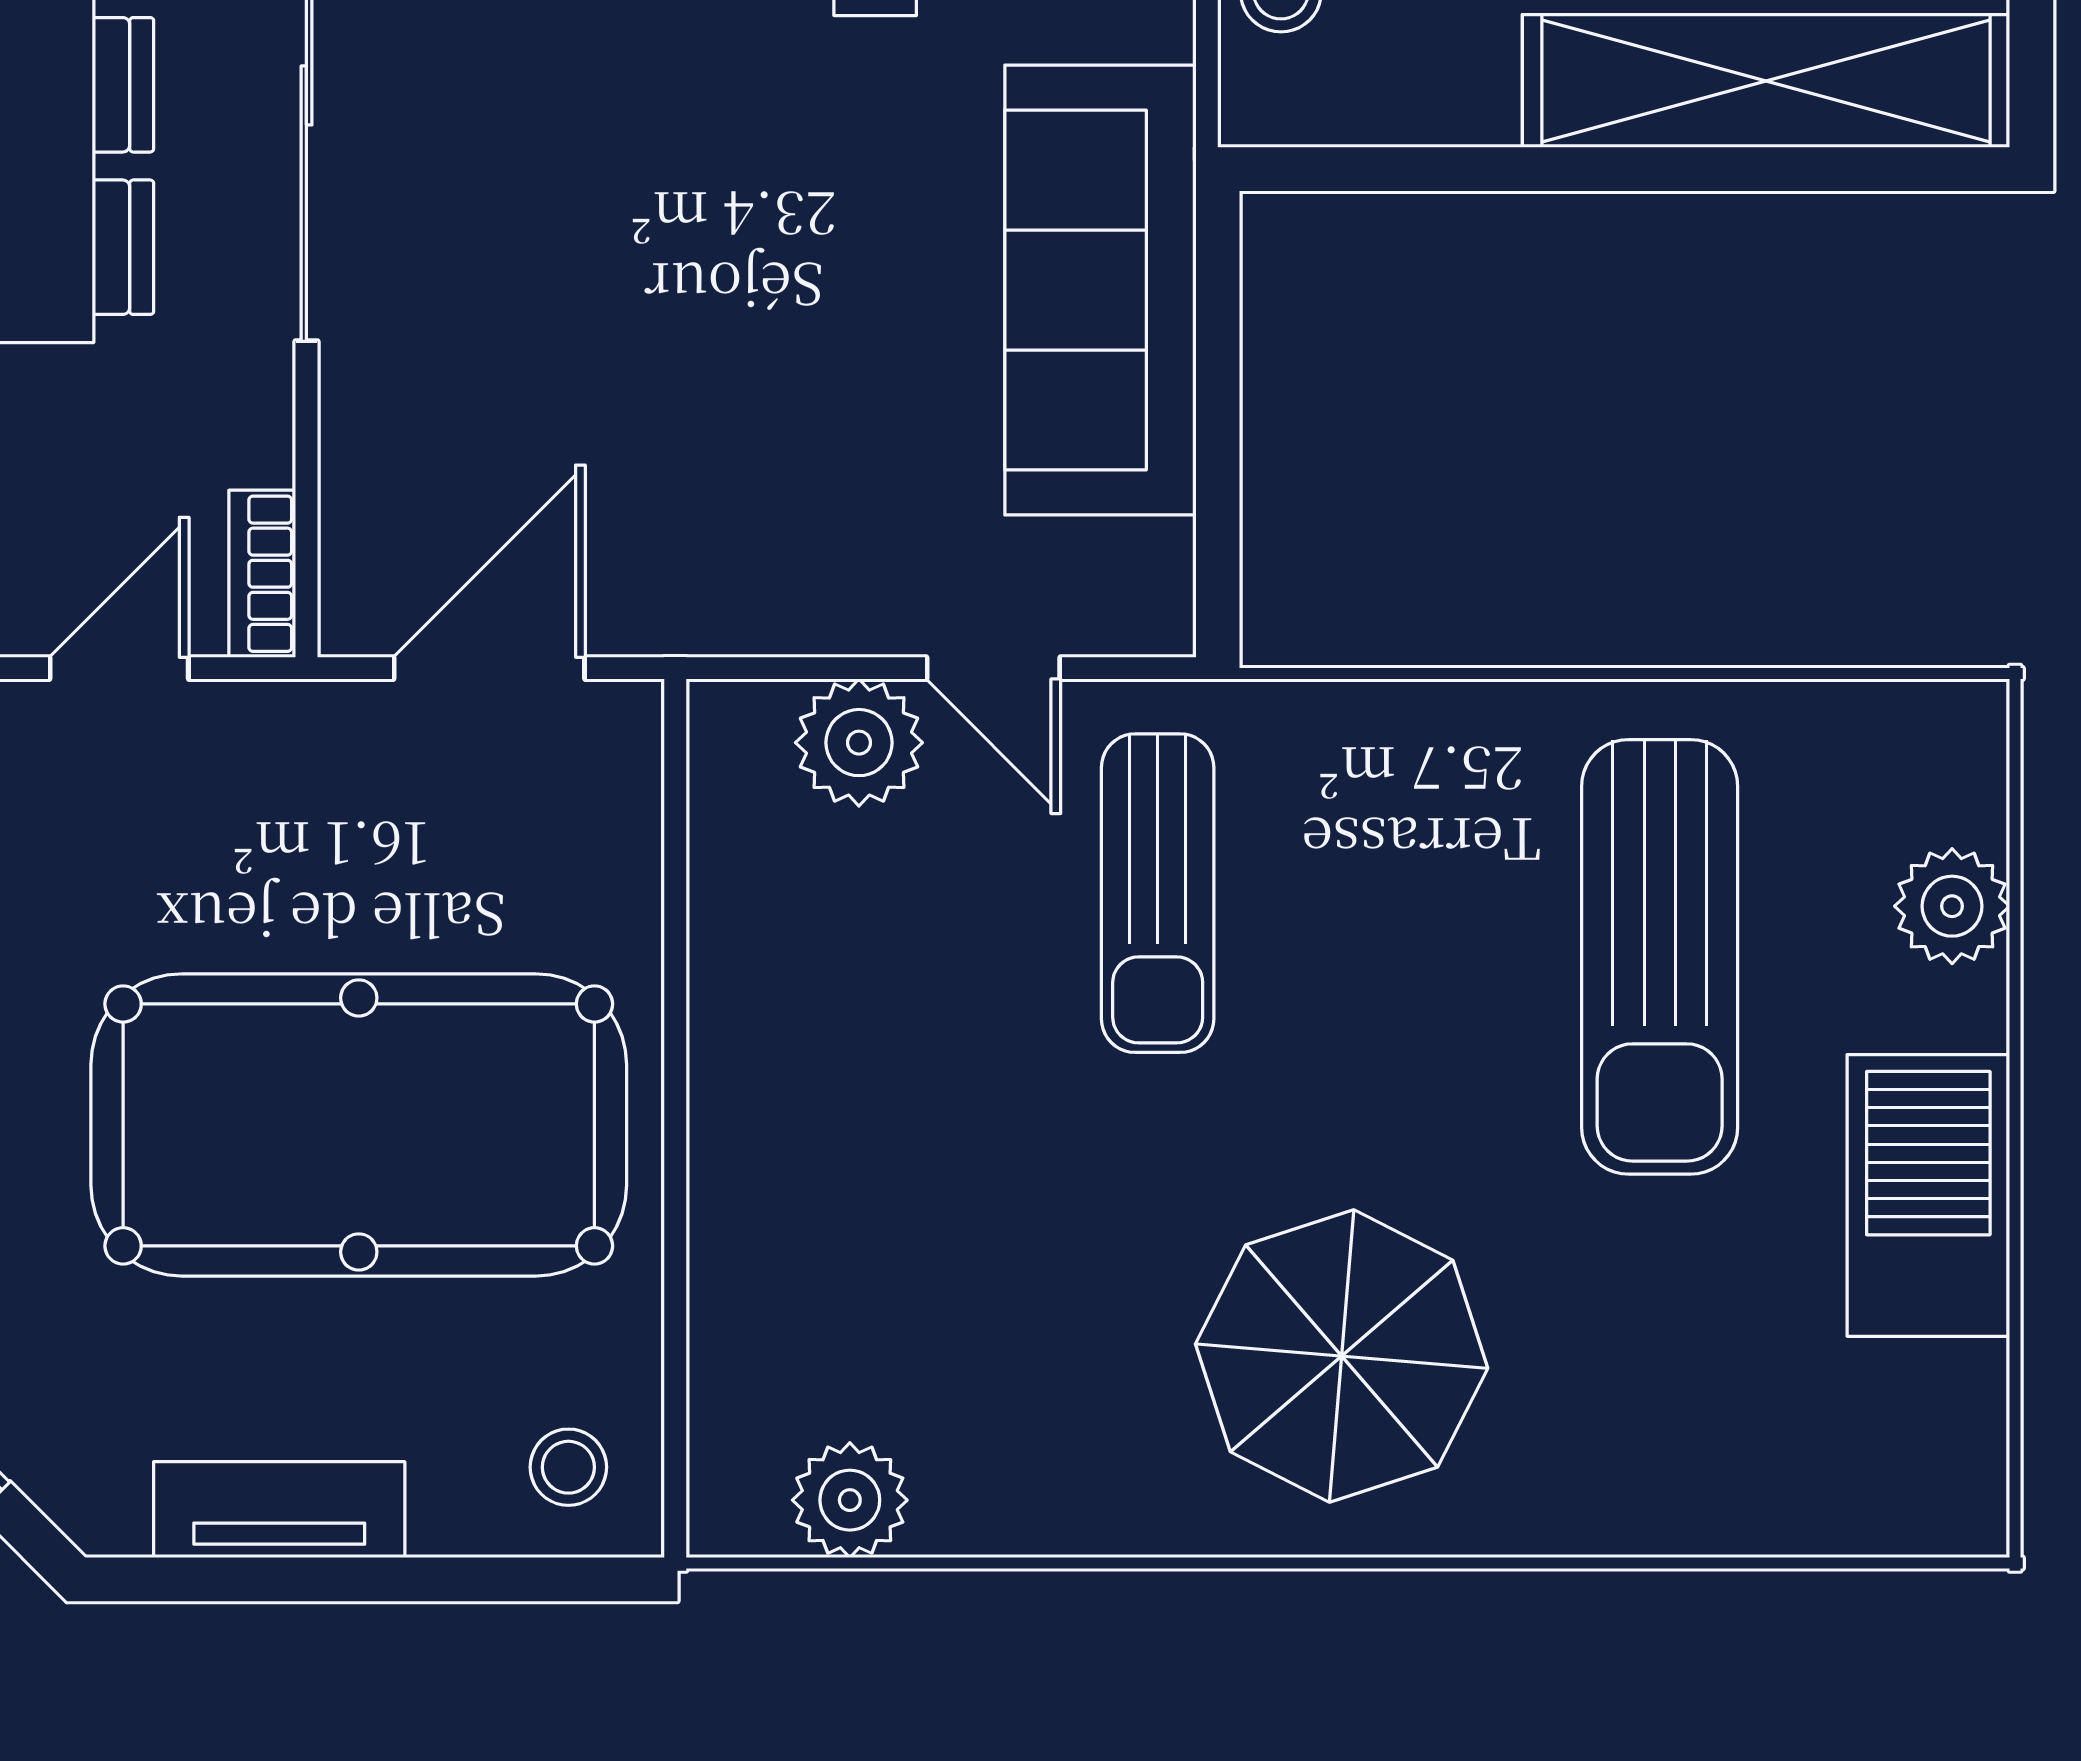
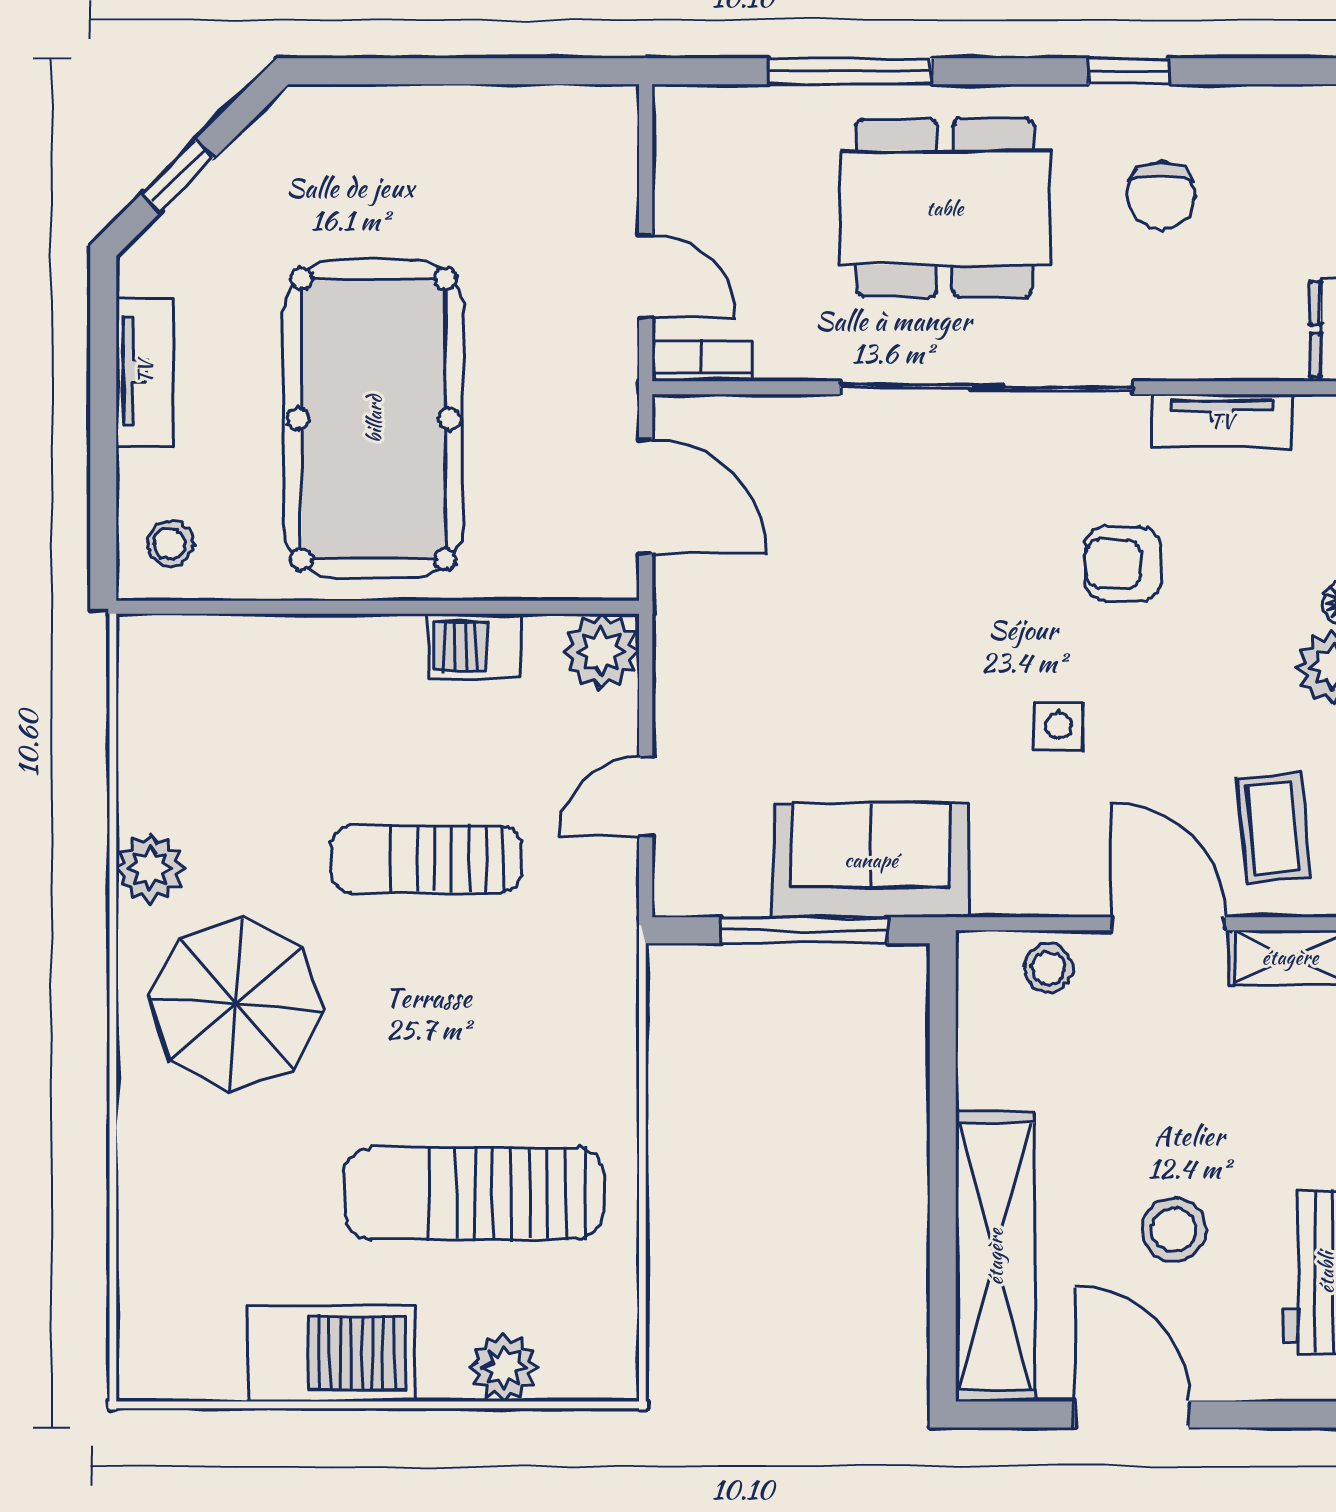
sofa: (1100, 290) -> (871, 860), width x0.73
window: (1218, 402) -> (804, 930), added
plant: (859, 743) -> (601, 652), moved
sun lounger: (1158, 893) -> (426, 859), moved
barbecue: (741, 956) -> (474, 646), added
plant: (850, 1500) -> (150, 868), moved

